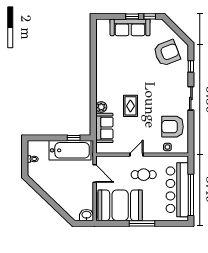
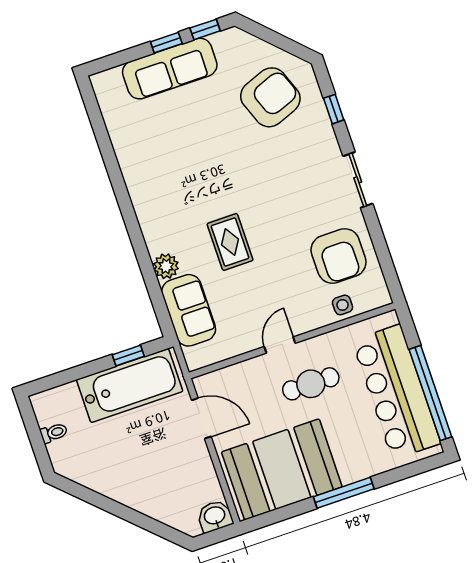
armchair: (173, 127) -> (339, 256), turned -90

